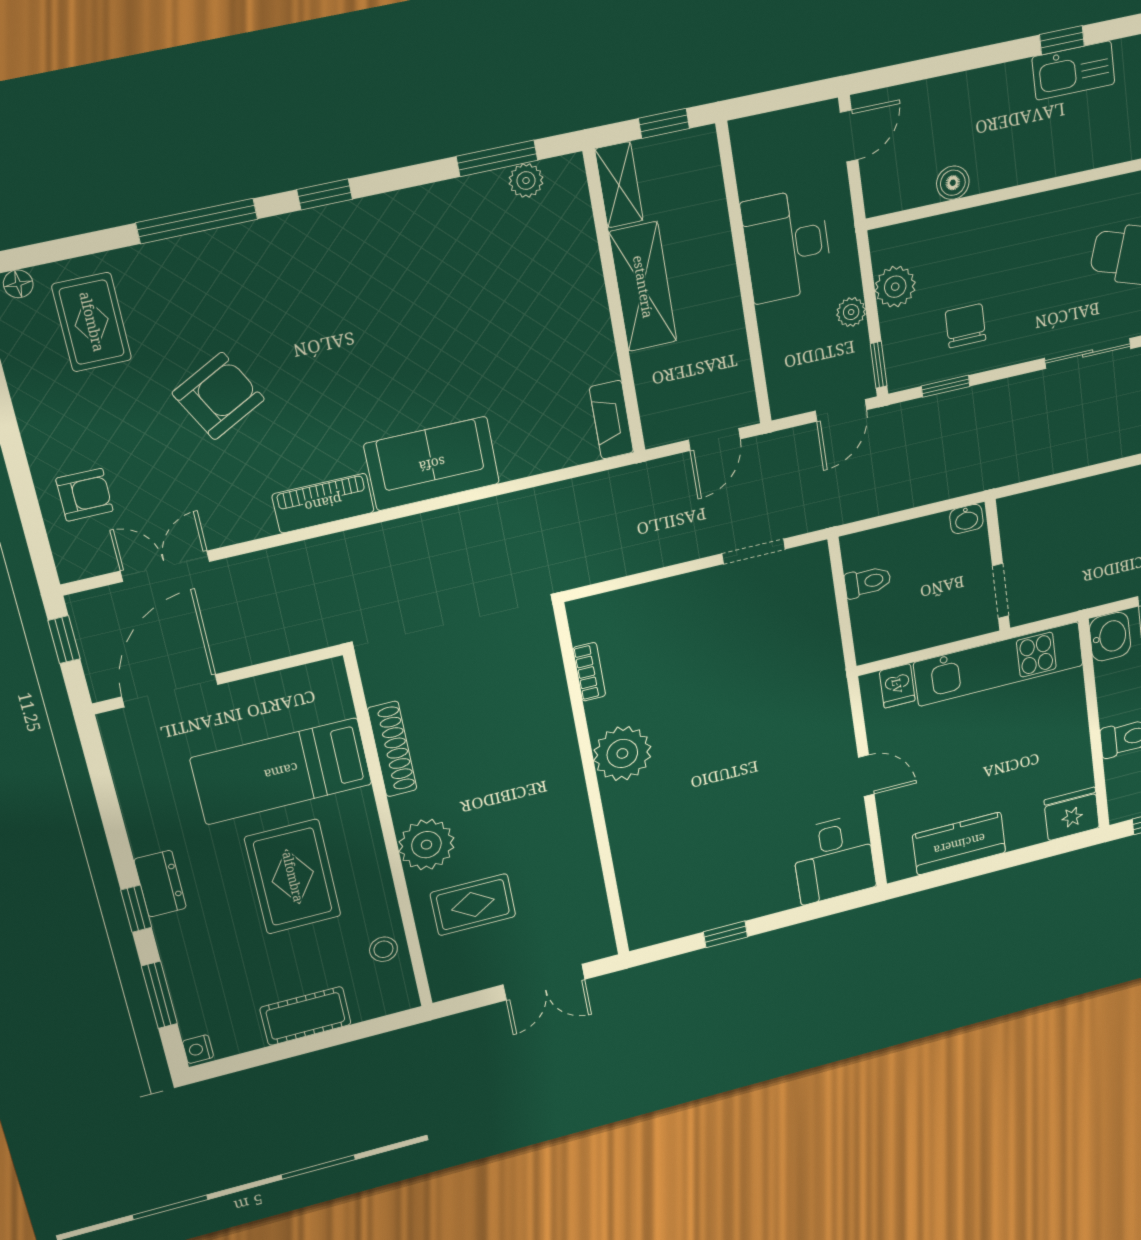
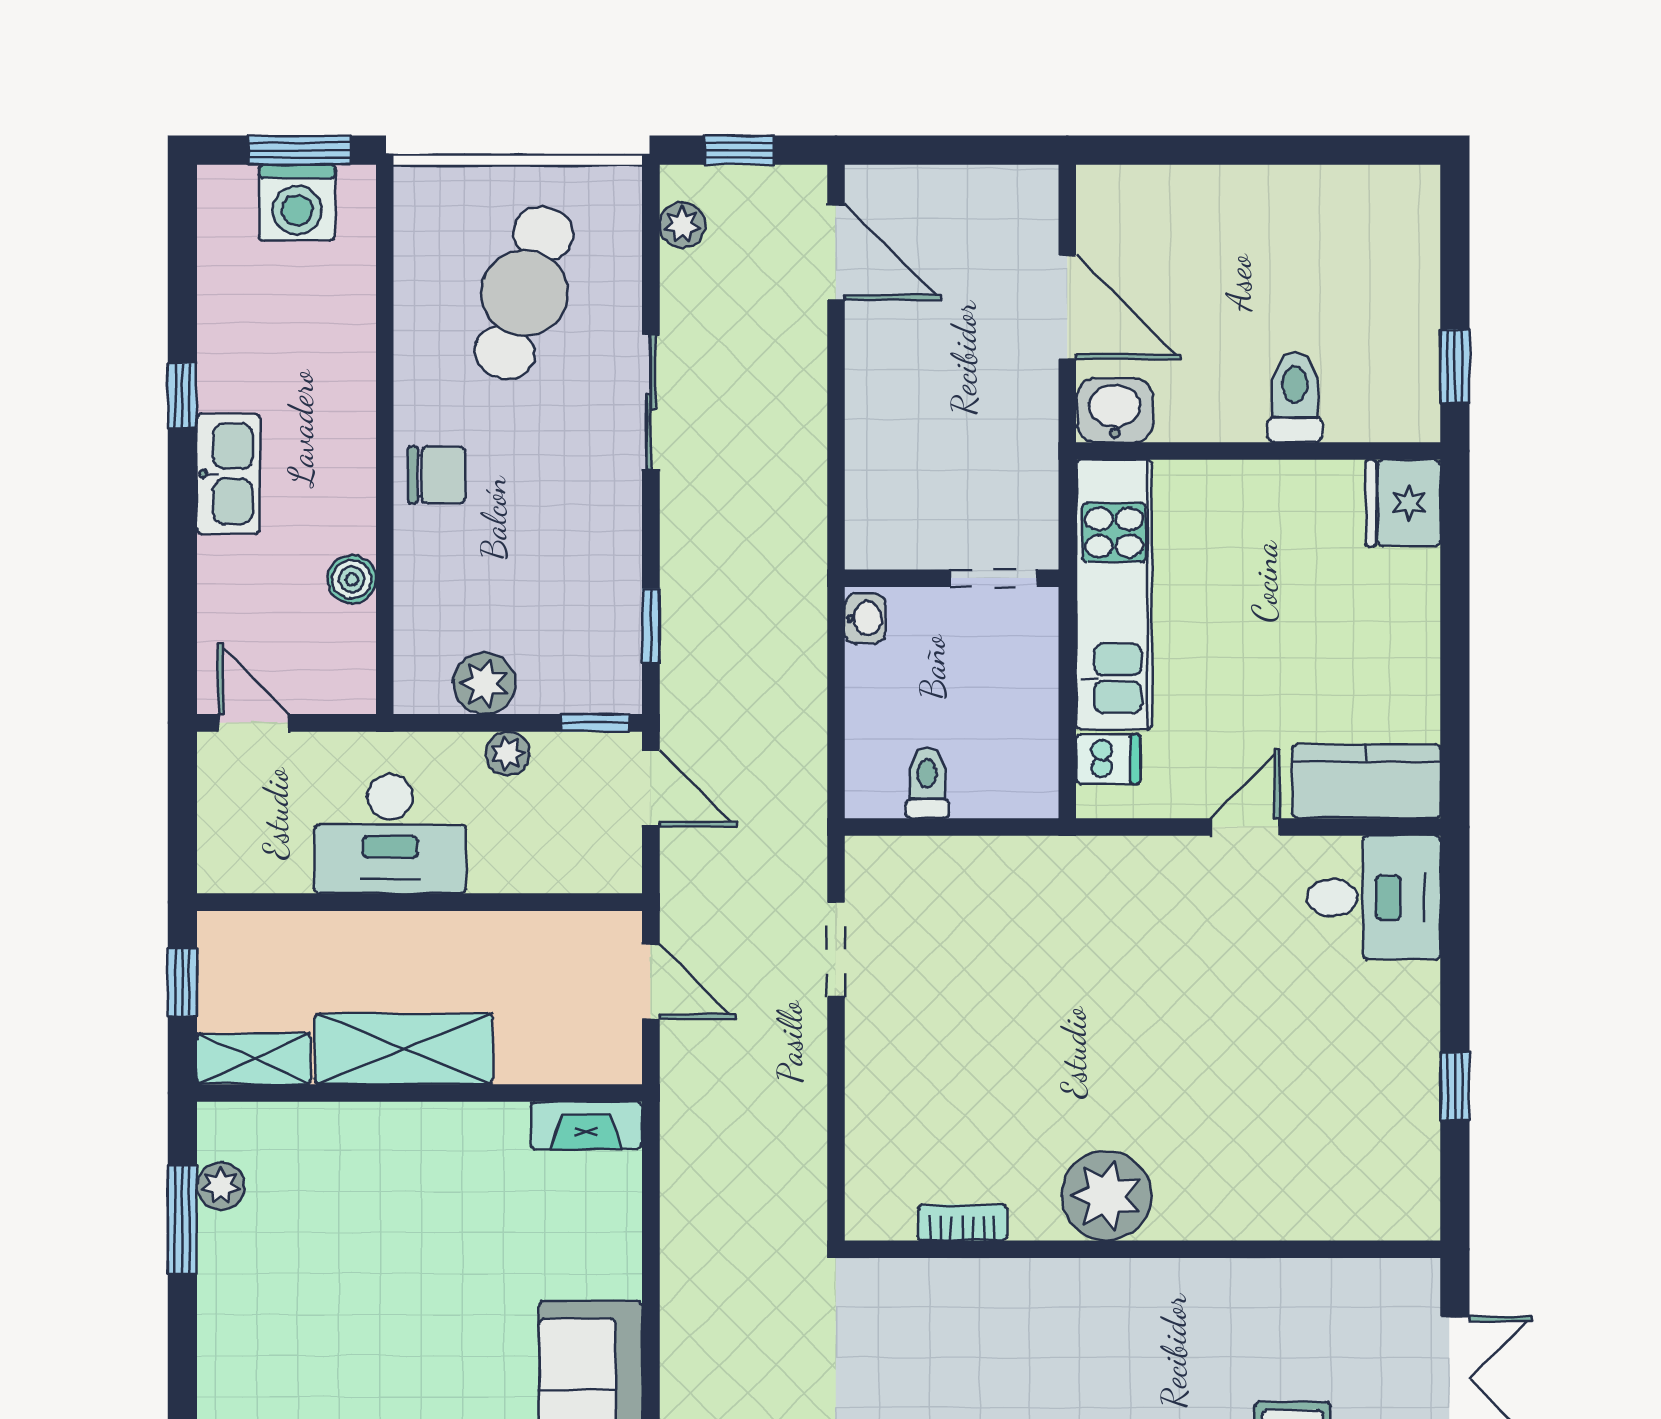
kitchen sink: (1073, 70) -> (228, 474), moved
chair: (966, 326) -> (437, 475), moved, turned 180
kitchen counter: (959, 844) -> (1366, 781), moved, turned 90

